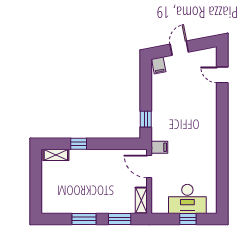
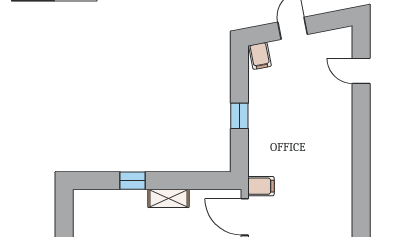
window: (146, 119) -> (239, 116), moved
shelving: (56, 155) -> (168, 198), moved

